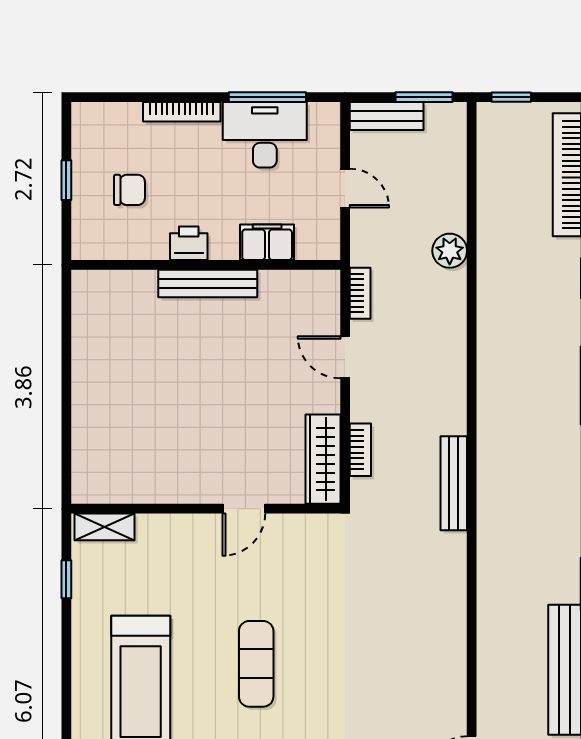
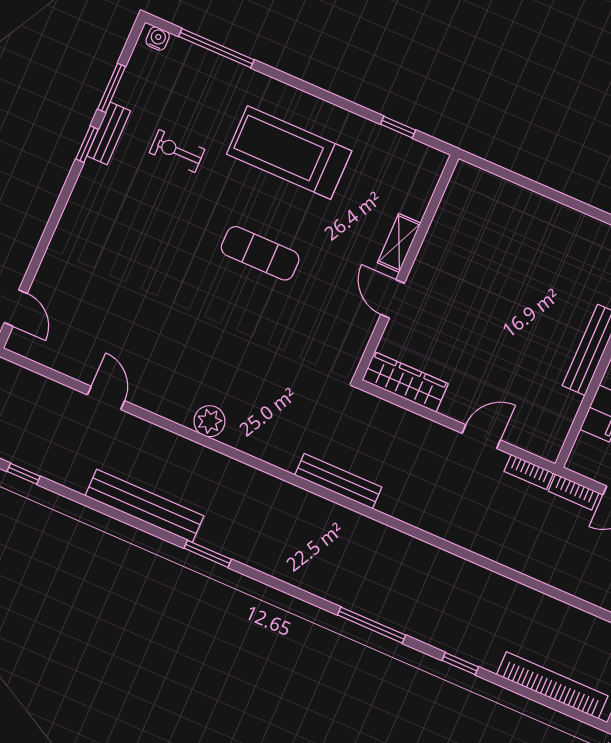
plant: (450, 251) -> (209, 421), moved
bookcase: (360, 450) -> (574, 492), moved
shelving: (105, 527) -> (399, 243), moved

